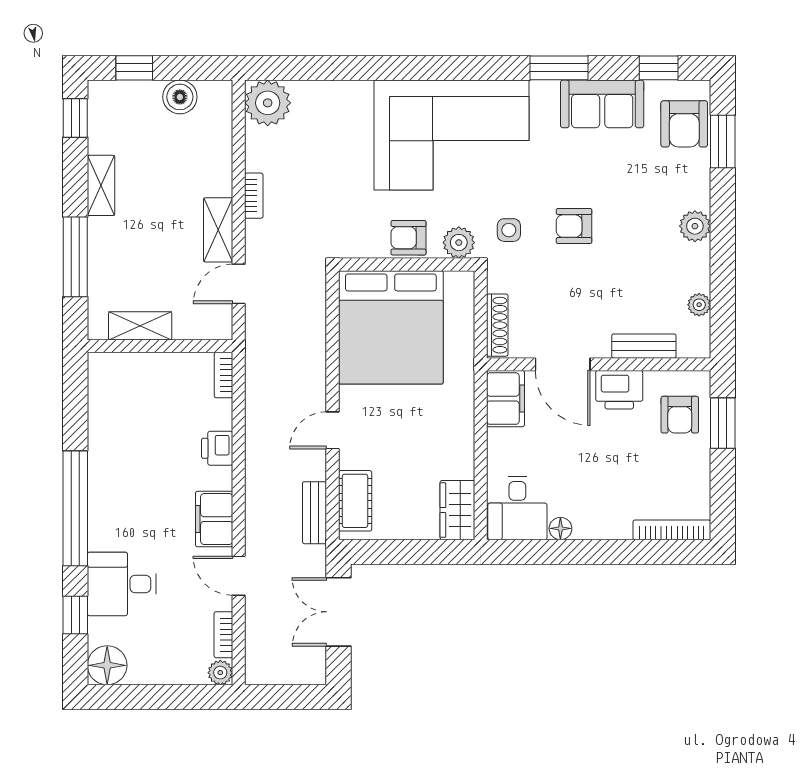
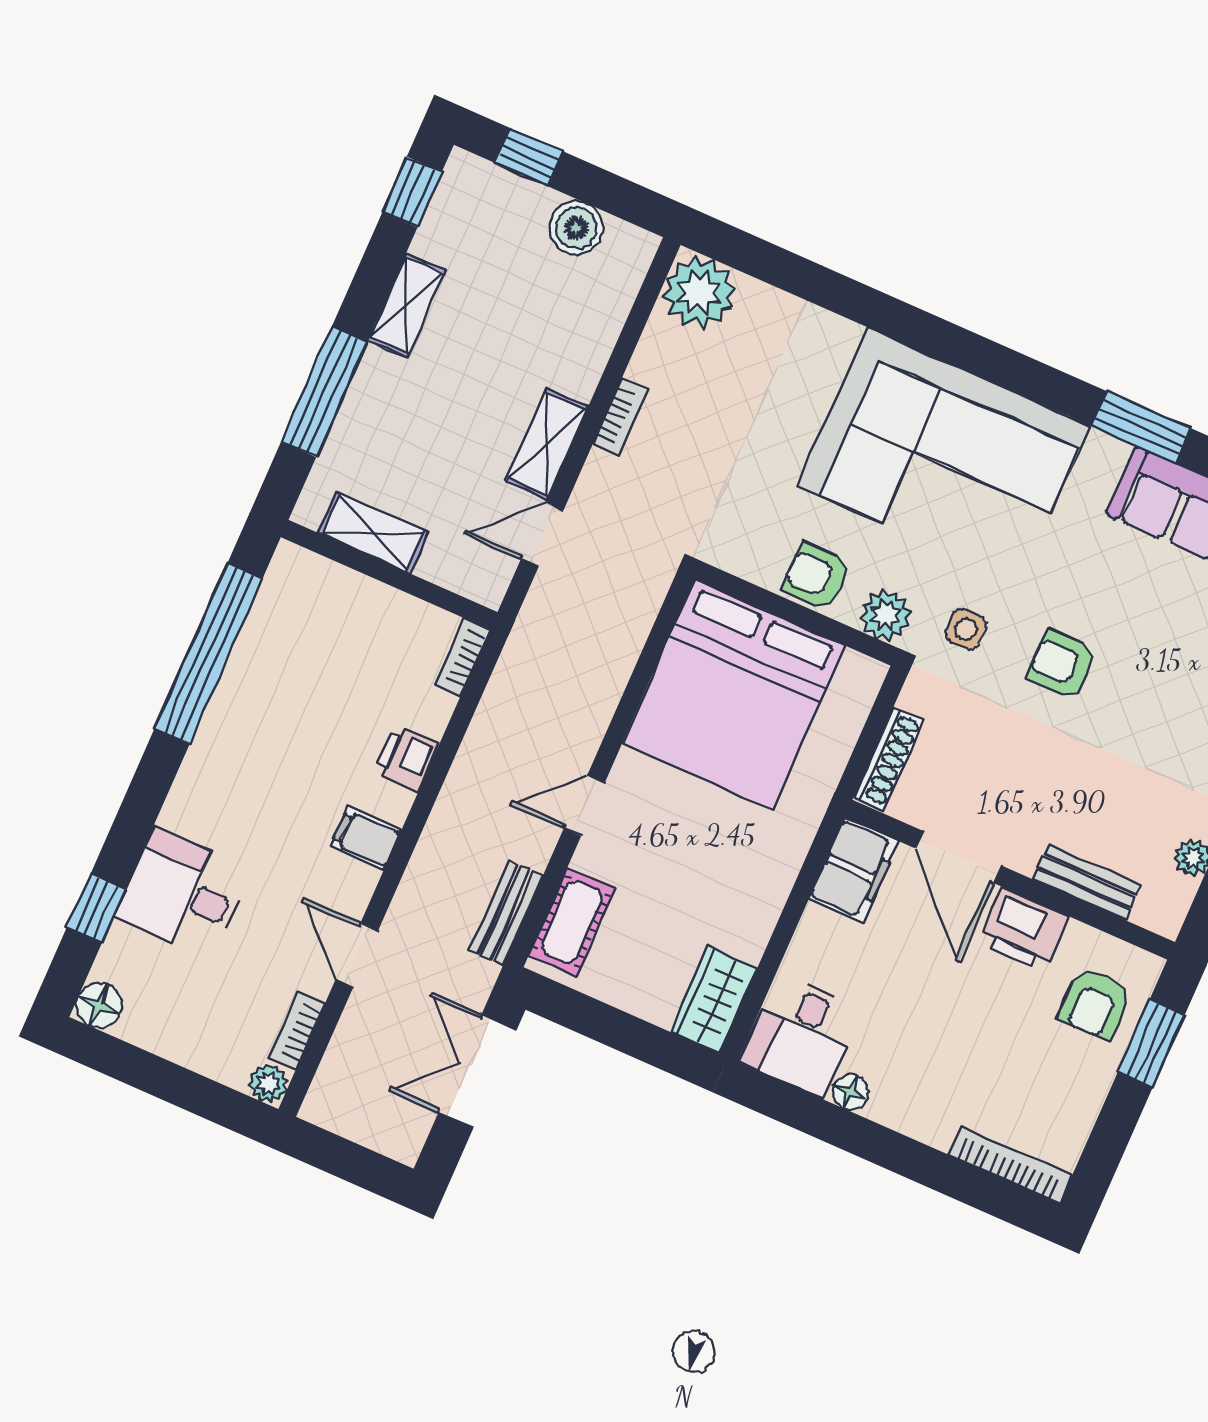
window: (75, 508) -> (209, 653), moved
filing cabinet: (214, 519) -> (366, 838), width x0.50
floor lamp: (107, 665) -> (99, 1005), width x0.73, depth x0.73

